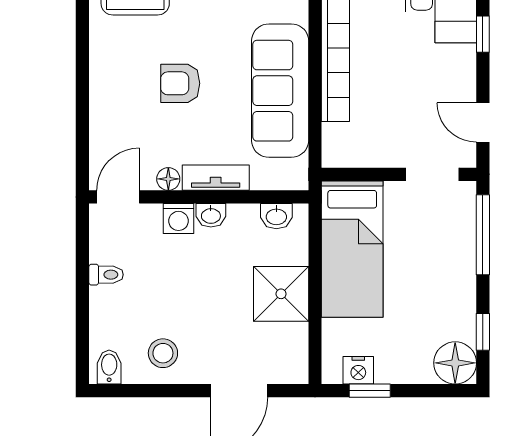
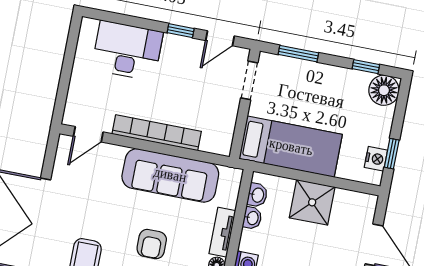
window: (483, 34) -> (181, 31), moved
washbasin: (211, 215) -> (252, 218), moved
window: (483, 235) -> (298, 54), width x0.69

